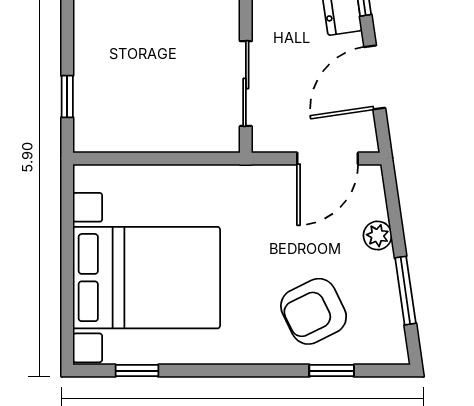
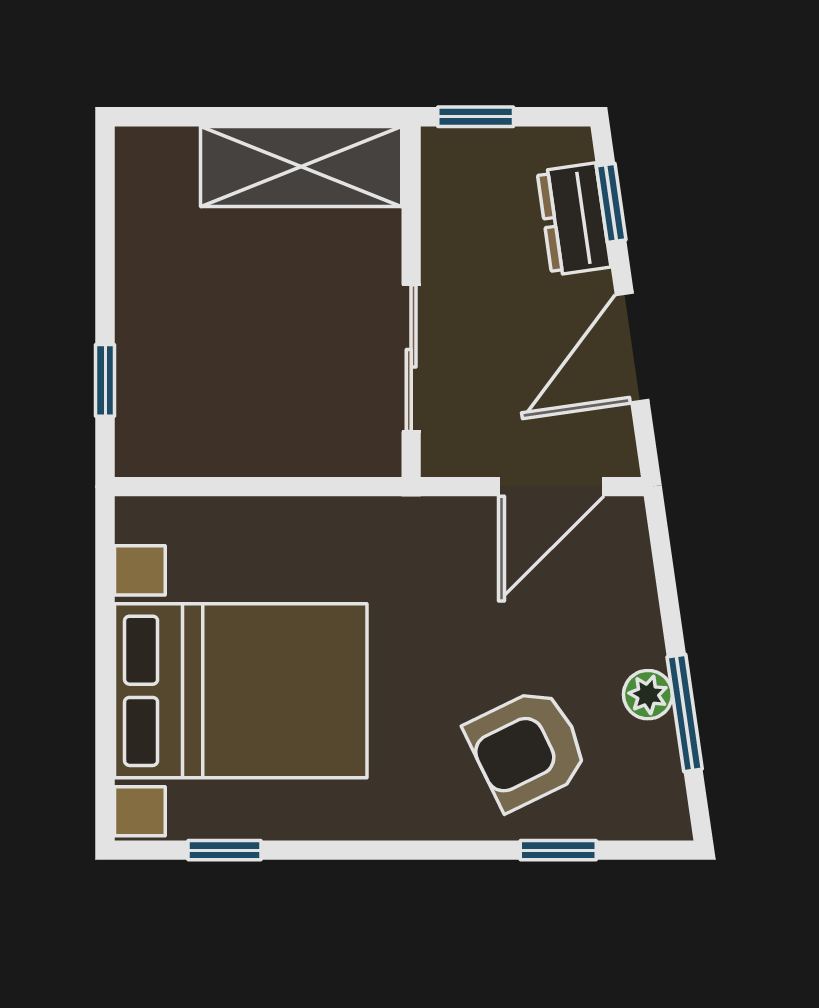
plant: (378, 236) -> (648, 695), moved

